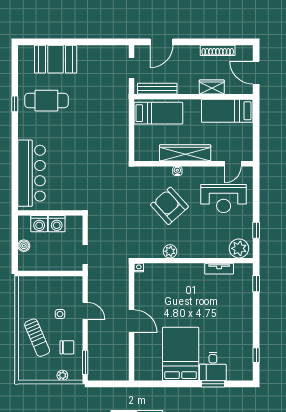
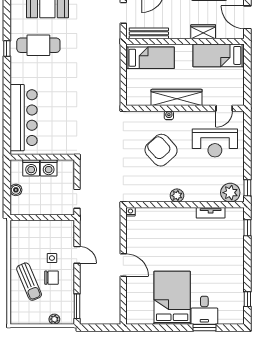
window: (256, 230) -> (247, 188), moved
plant: (170, 251) -> (177, 196), moved
chair: (67, 347) -> (52, 278), moved

